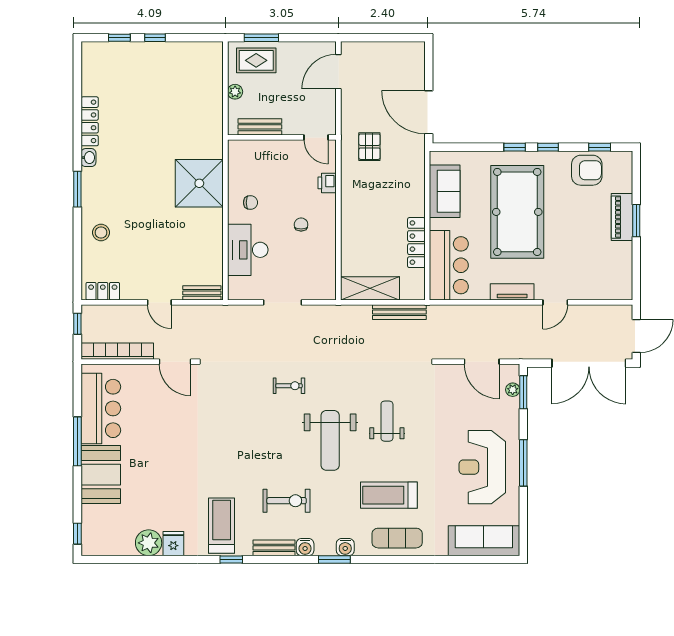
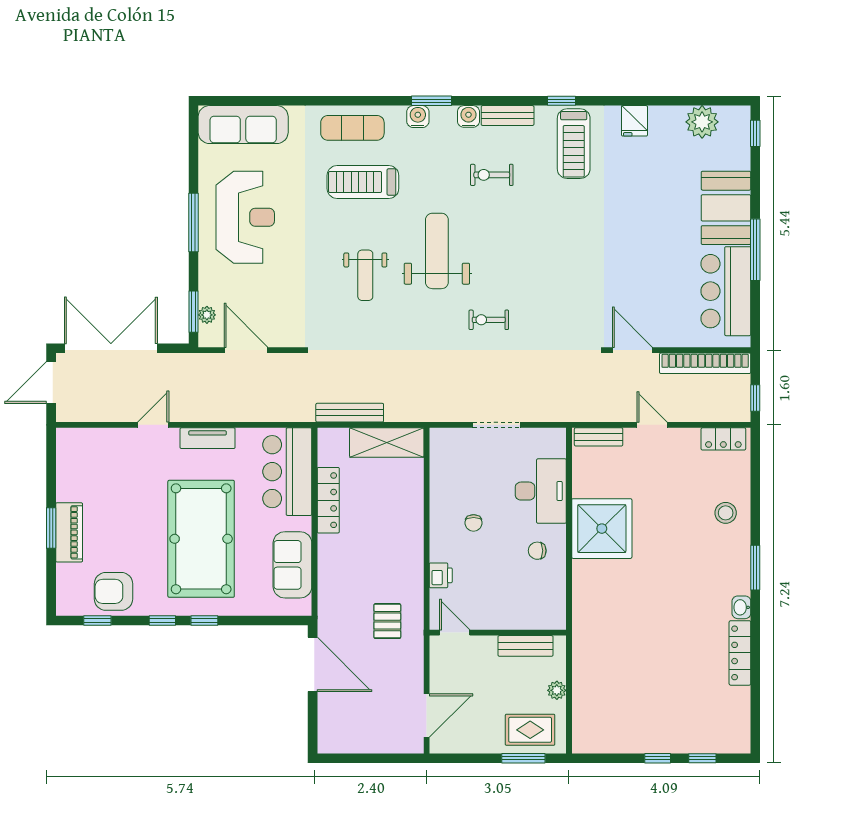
shower: (199, 183) -> (602, 529), moved
treadmill: (389, 495) -> (363, 182), turned 180
exercise bike: (287, 501) -> (492, 175), width x0.73, depth x0.72
plant: (149, 543) -> (702, 122), moved

